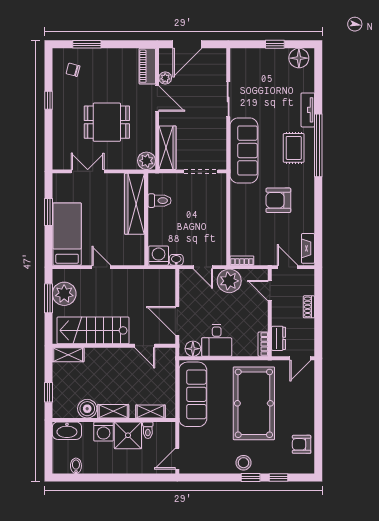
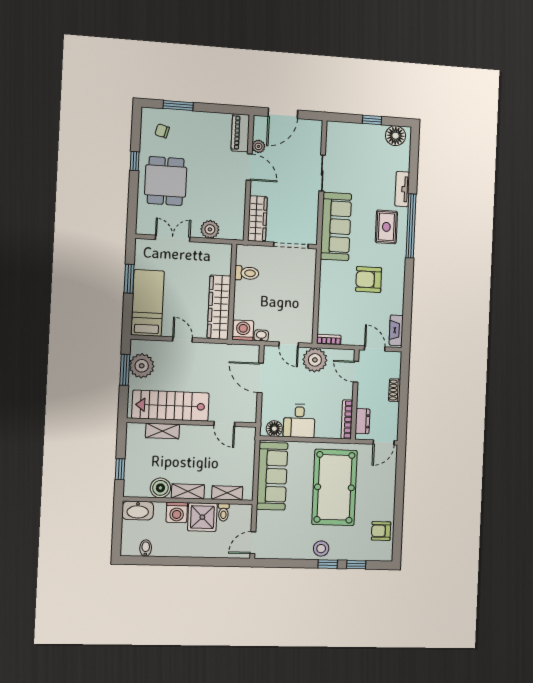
dining table: (107, 122) -> (166, 181), moved, turned 90
plant: (146, 161) -> (210, 229), moved
wardrobe: (135, 204) -> (219, 307), moved
door: (177, 321) -> (260, 378), moved
bookcase: (263, 344) -> (347, 419), width x1.56
shelving: (68, 355) -> (162, 431), moved

